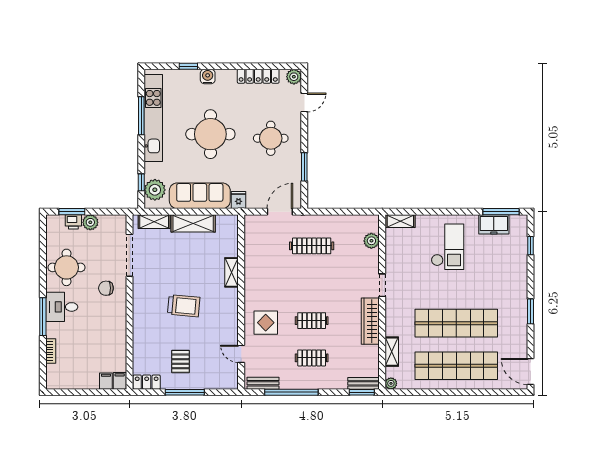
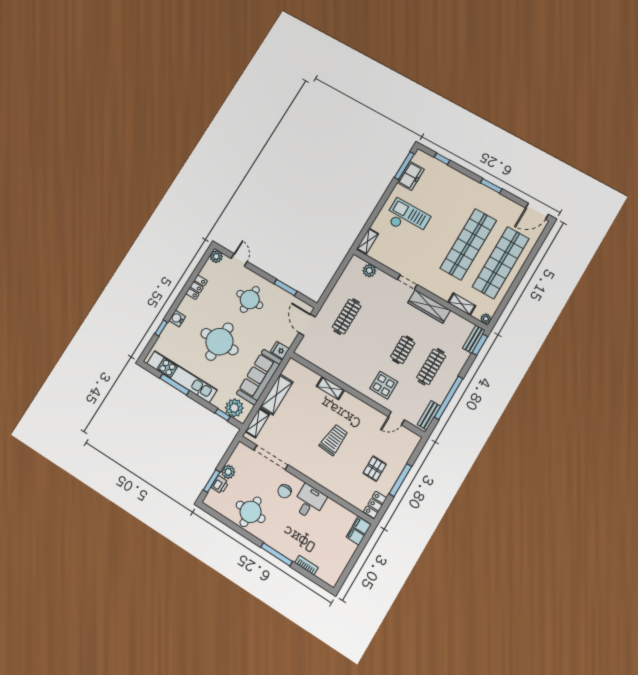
locker: (258, 76) -> (197, 287), width x0.66
desk: (62, 307) -> (309, 502), moved, turned 180
clothes rail: (312, 358) -> (431, 367), width x1.36
pallet: (180, 361) -> (375, 469), turned 90

